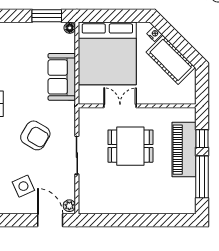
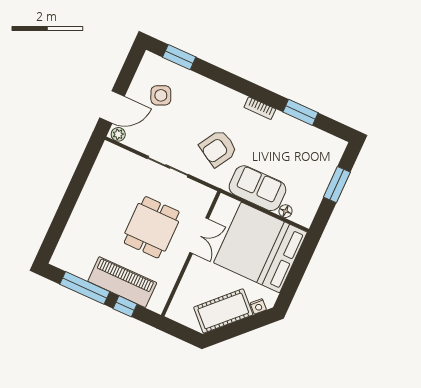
window: (47, 16) -> (337, 185), moved
floor lamp: (70, 28) -> (285, 211), moved
armchair: (35, 135) -> (218, 148), moved

